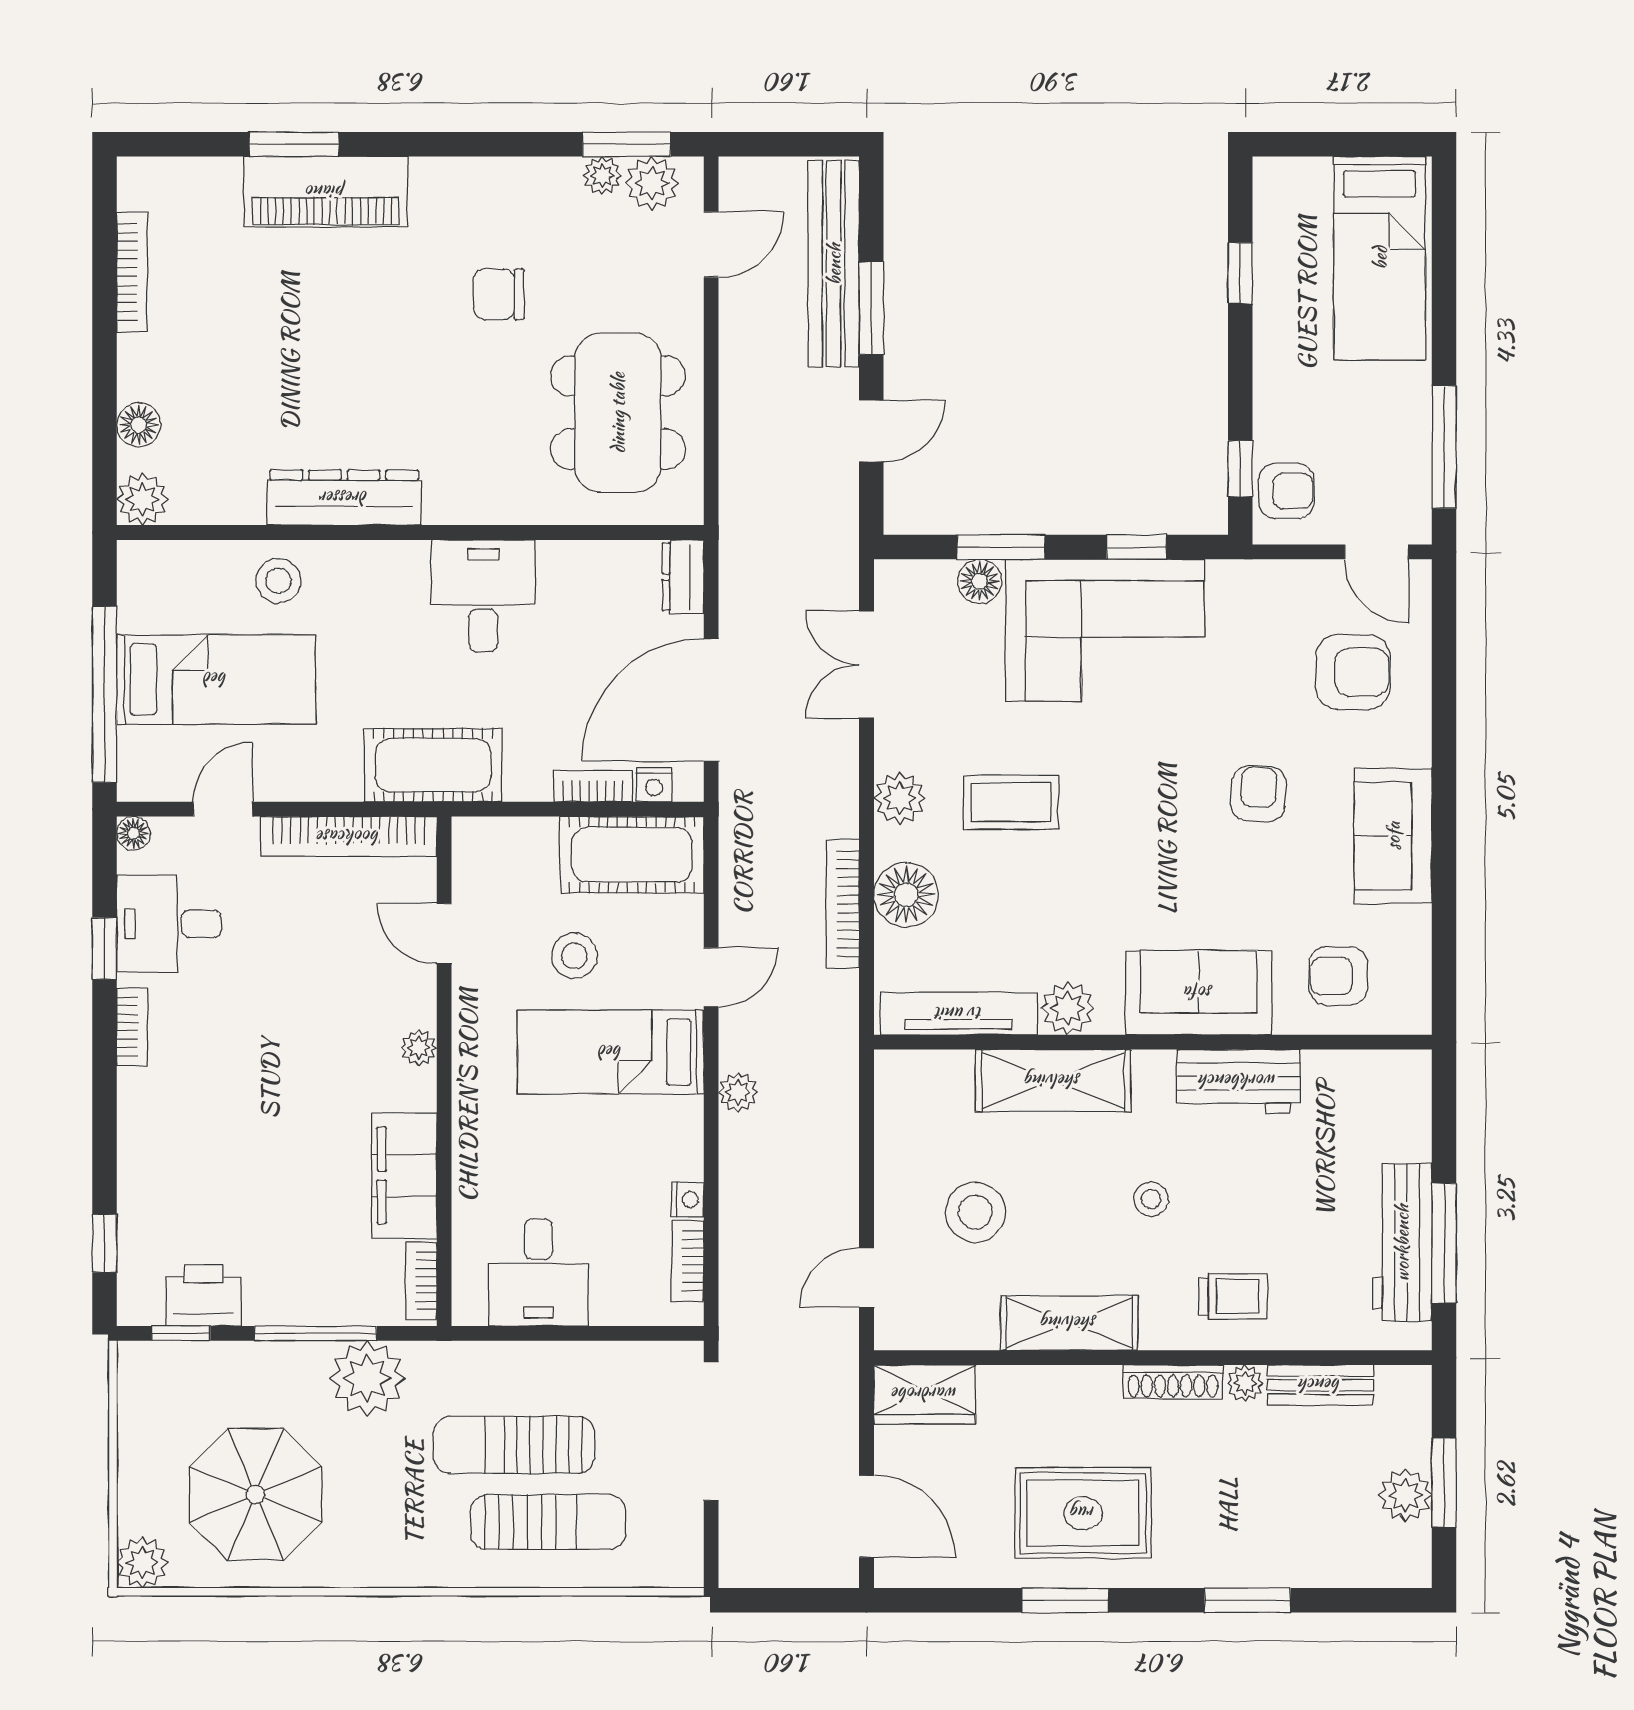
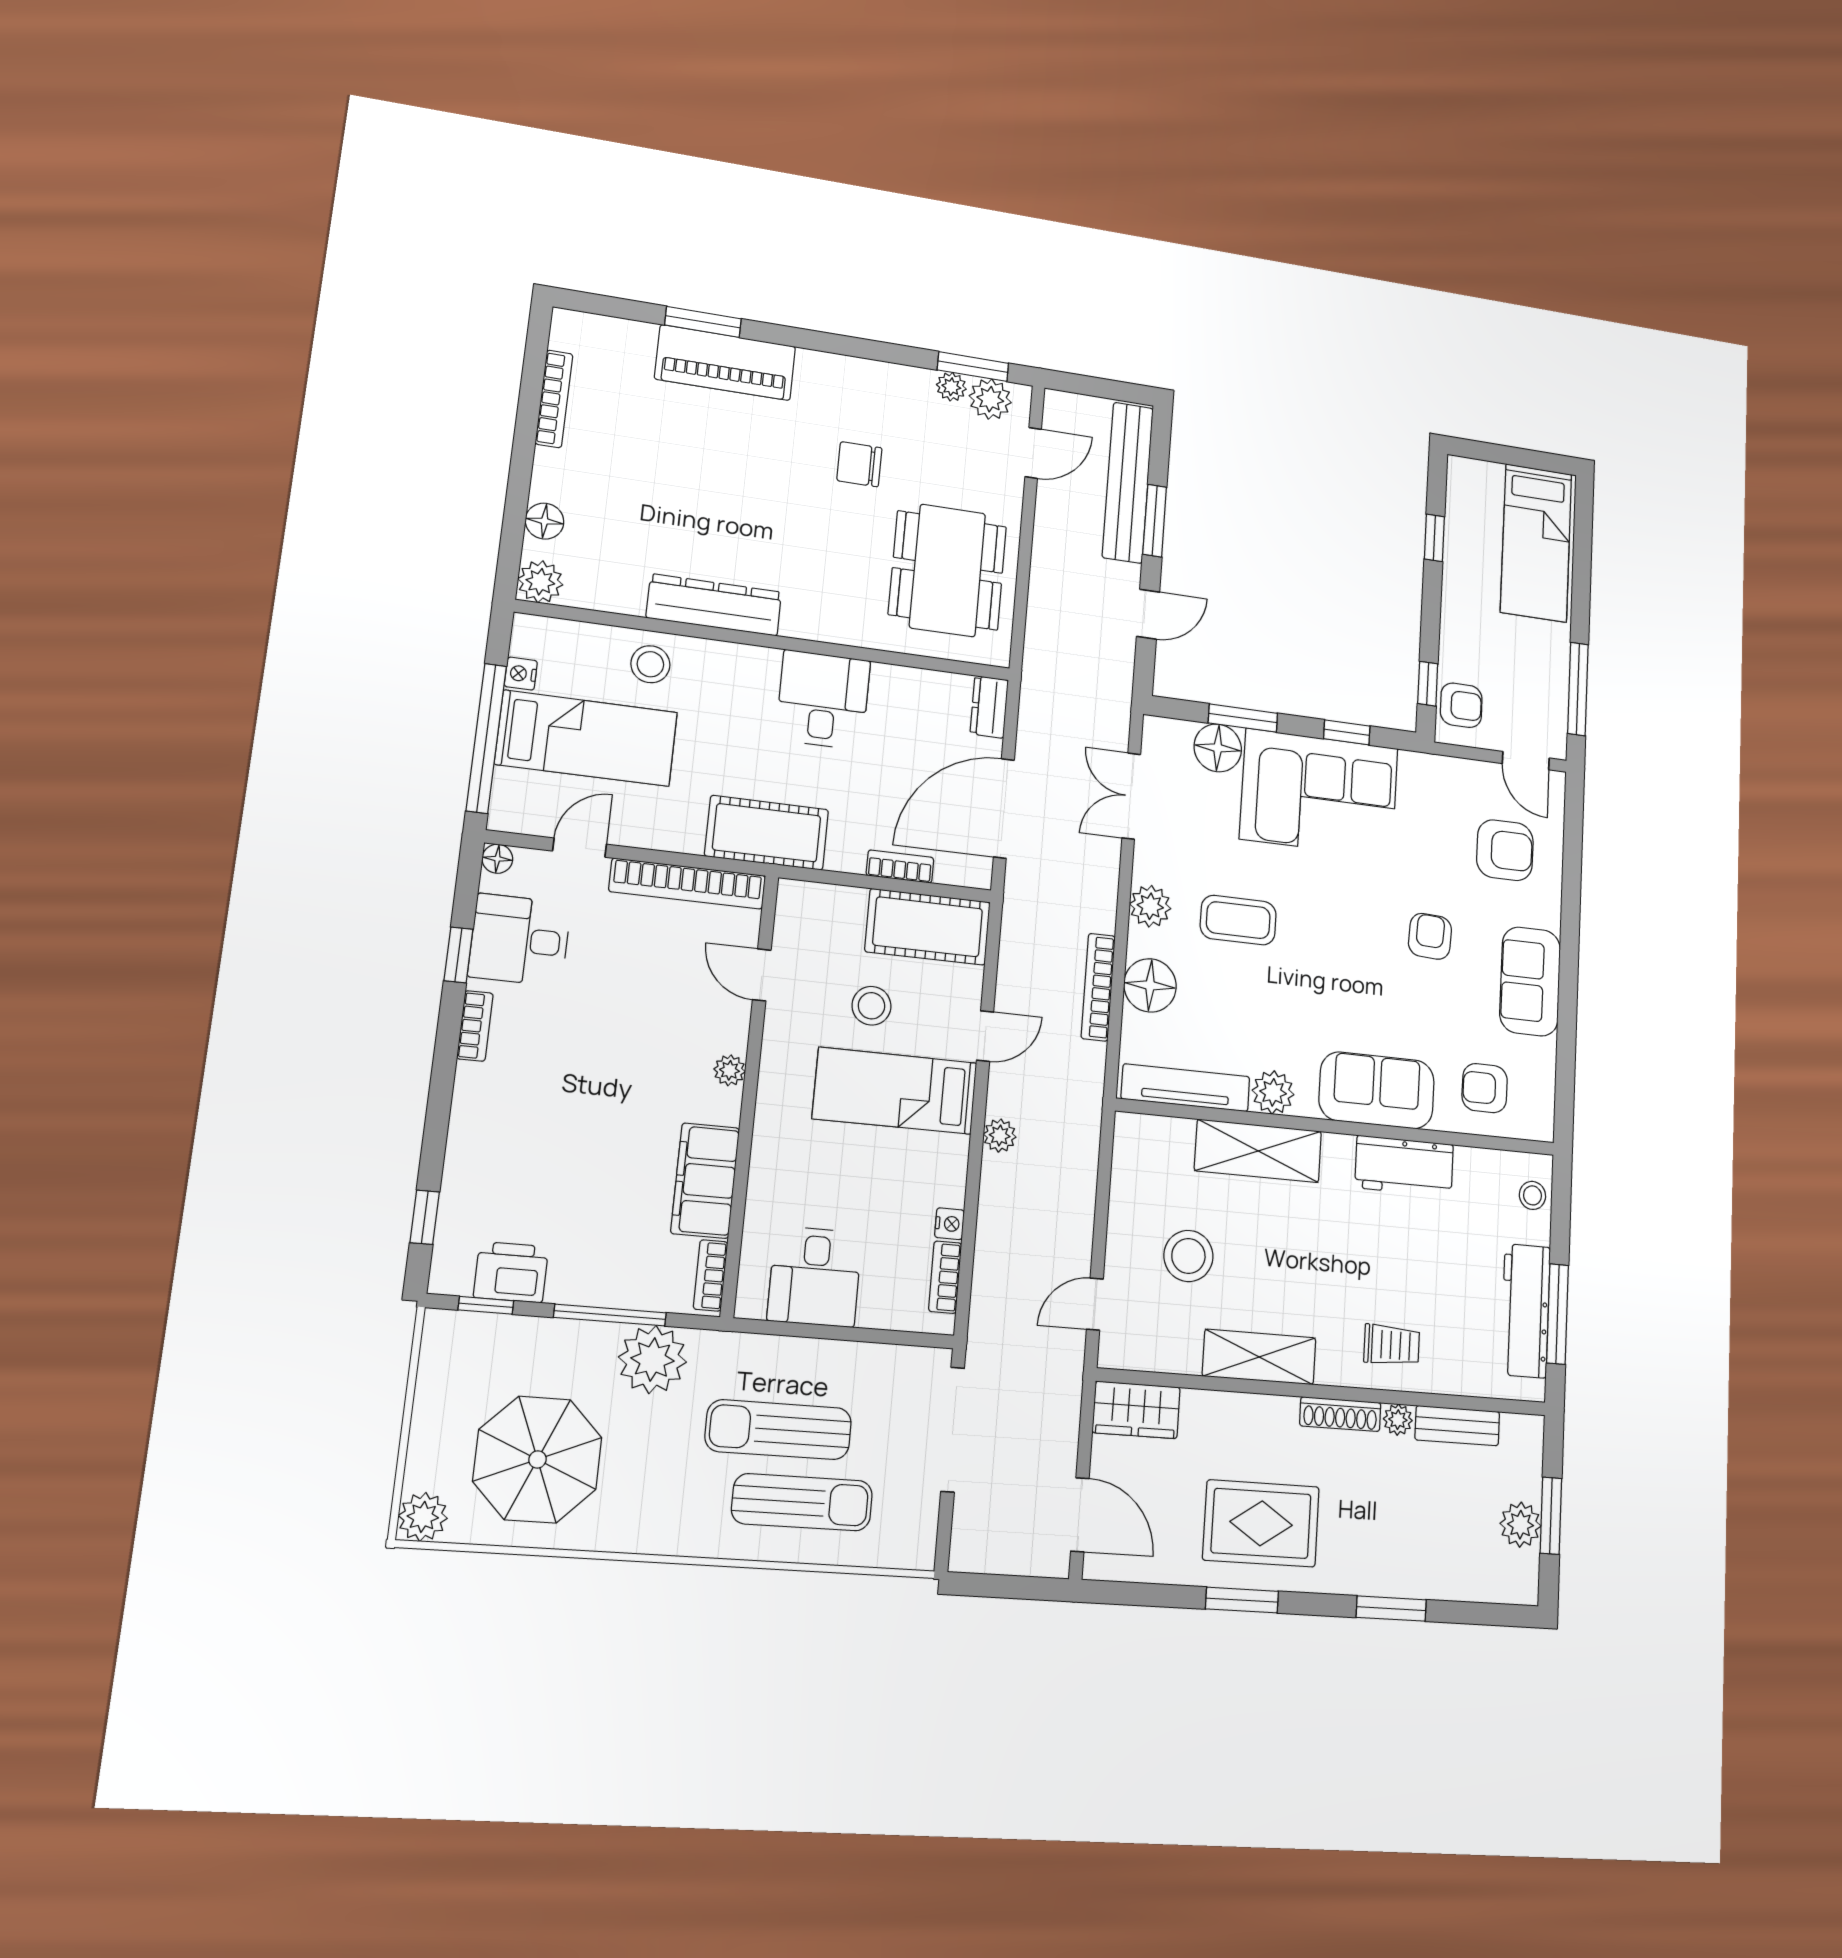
floor lamp: (980, 581) -> (1218, 748), width x1.38, depth x1.38
nightstand: (654, 785) -> (521, 674), moved, turned 90
stool: (1151, 1199) -> (1532, 1195), moved

